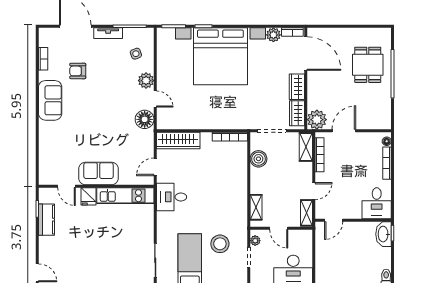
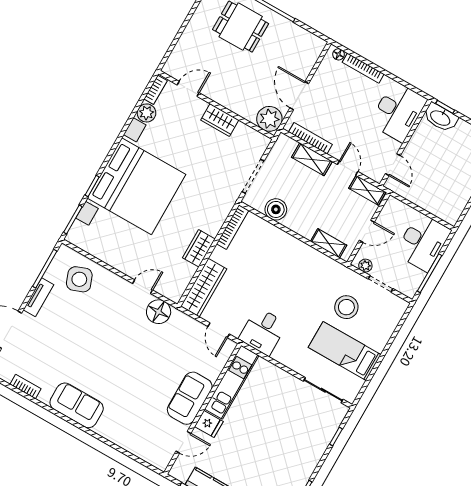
door: (306, 53) -> (188, 89), width x0.53
side table: (136, 54) -> (79, 279), width x1.87, depth x1.87
armchair: (78, 71) -> (61, 356), removed
plant: (146, 81) -> (116, 285), removed
wardrobe: (297, 113) -> (199, 248), moved, turned 90
shelving: (306, 147) -> (312, 159), moved
desk: (377, 203) -> (398, 111), width x1.37

